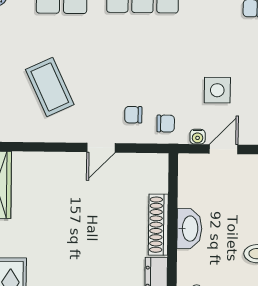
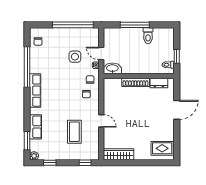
coffee table: (50, 87) -> (74, 132), turned -65
door: (101, 148) -> (101, 121), moved
washbasin: (189, 229) -> (112, 68), moved

